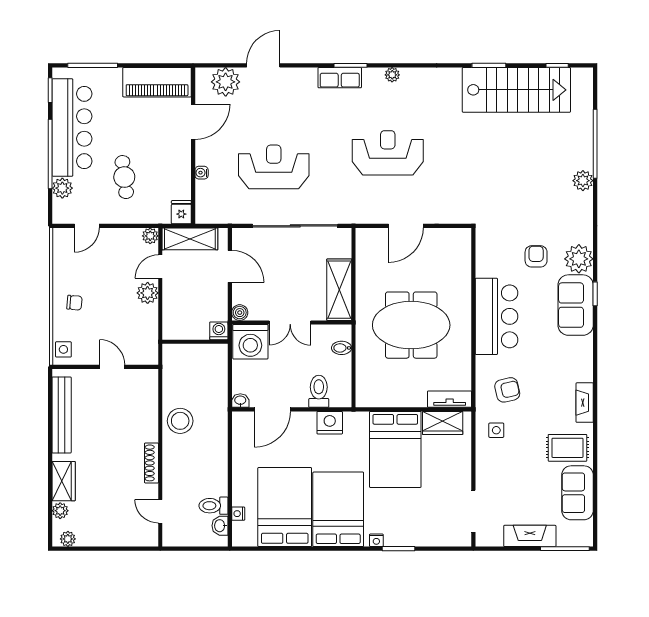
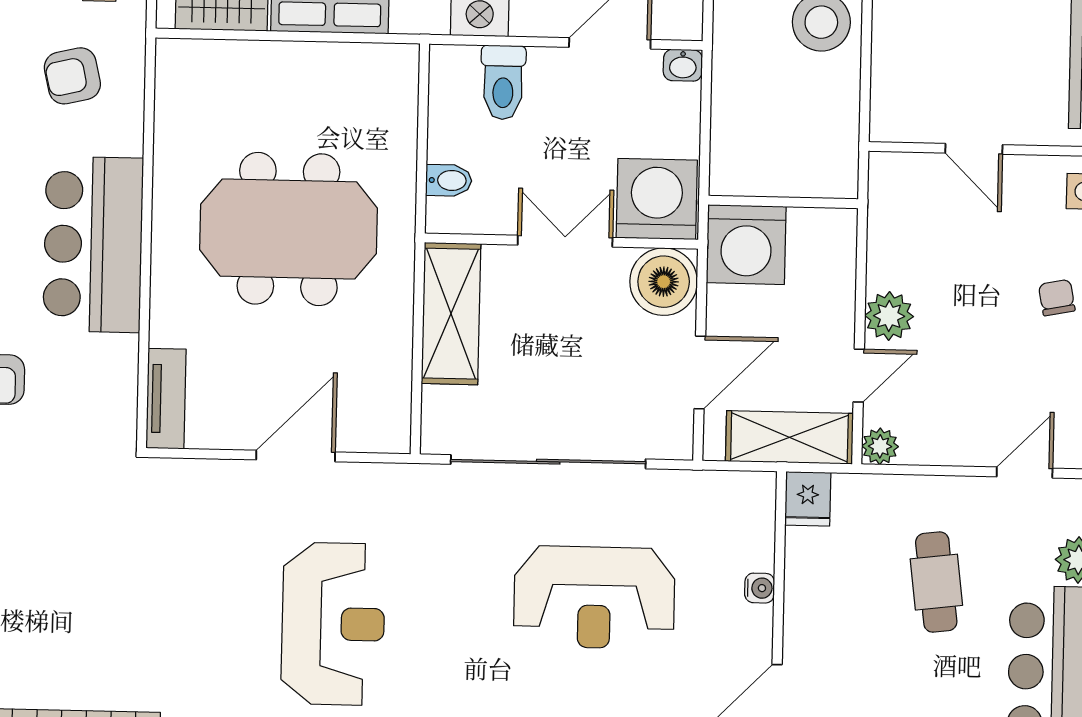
reception desk: (388, 153) -> (333, 624), turned -90
door: (230, 266) -> (700, 373), swing flipped
chair: (74, 303) -> (1057, 298), turned 74
boiler: (240, 313) -> (664, 282), width x1.86, depth x1.86
washing machine: (219, 331) -> (746, 245), width x1.89, depth x1.89
tv unit: (450, 399) -> (166, 399), moved, turned -90

